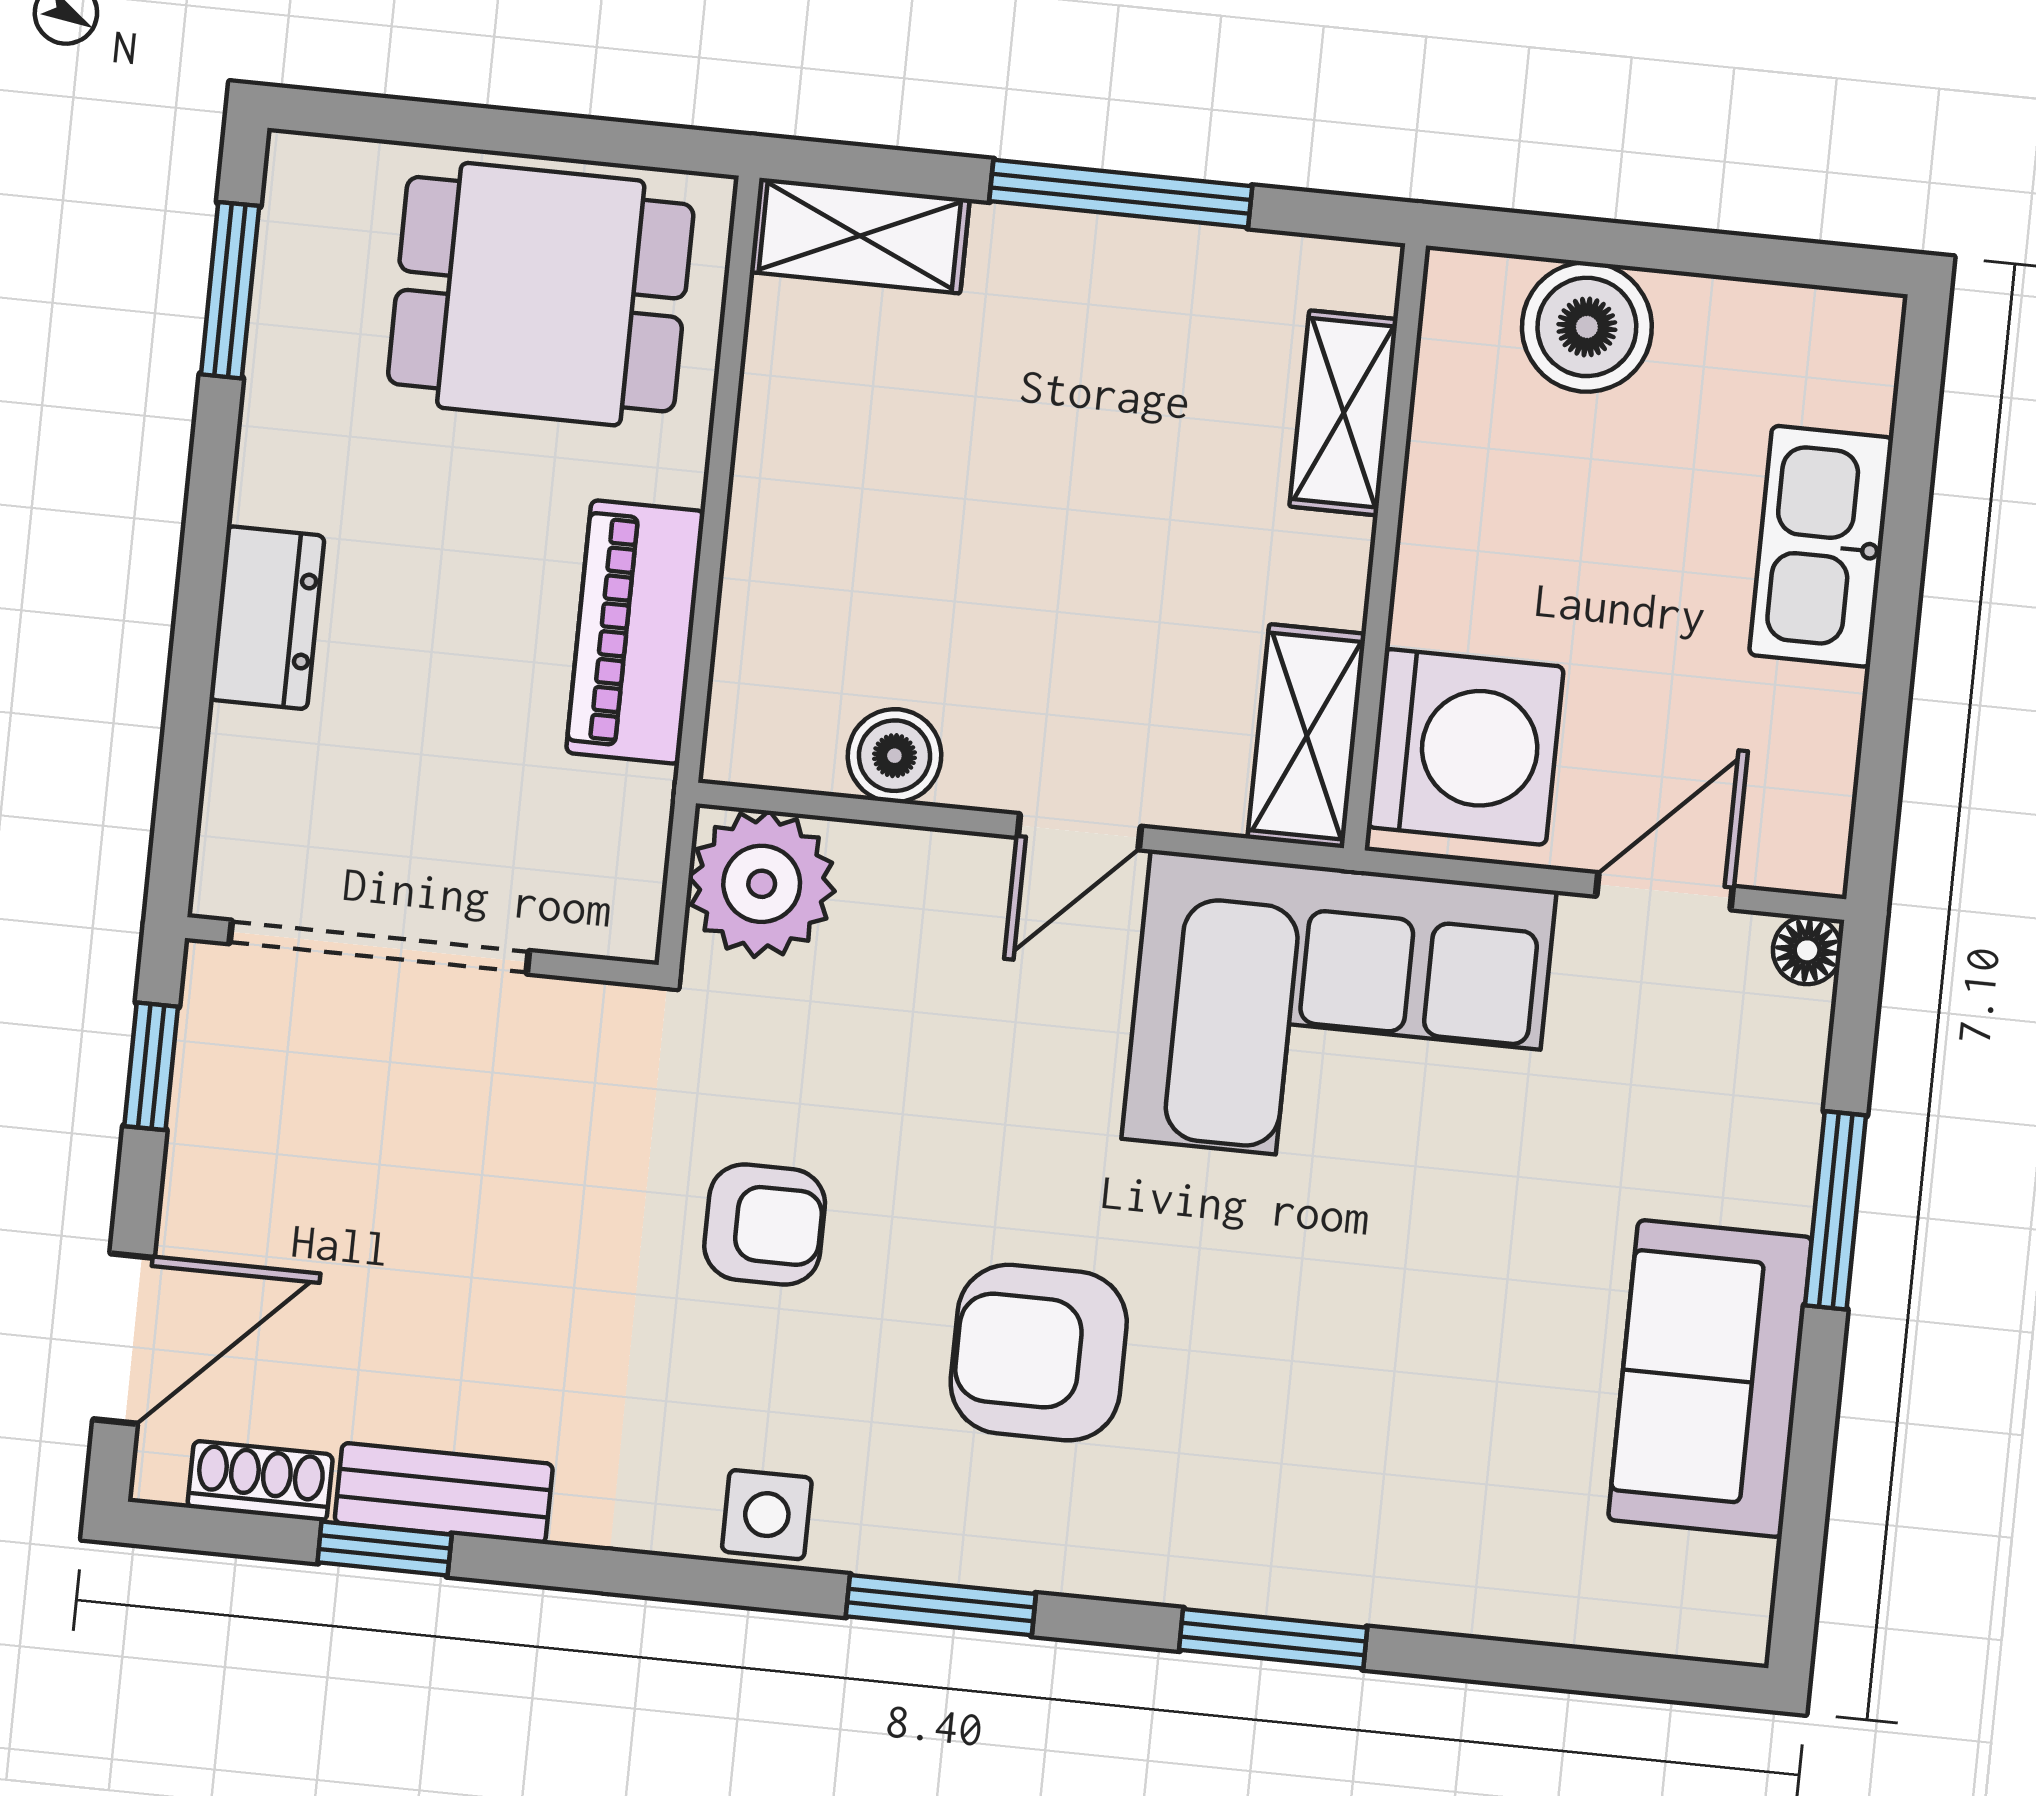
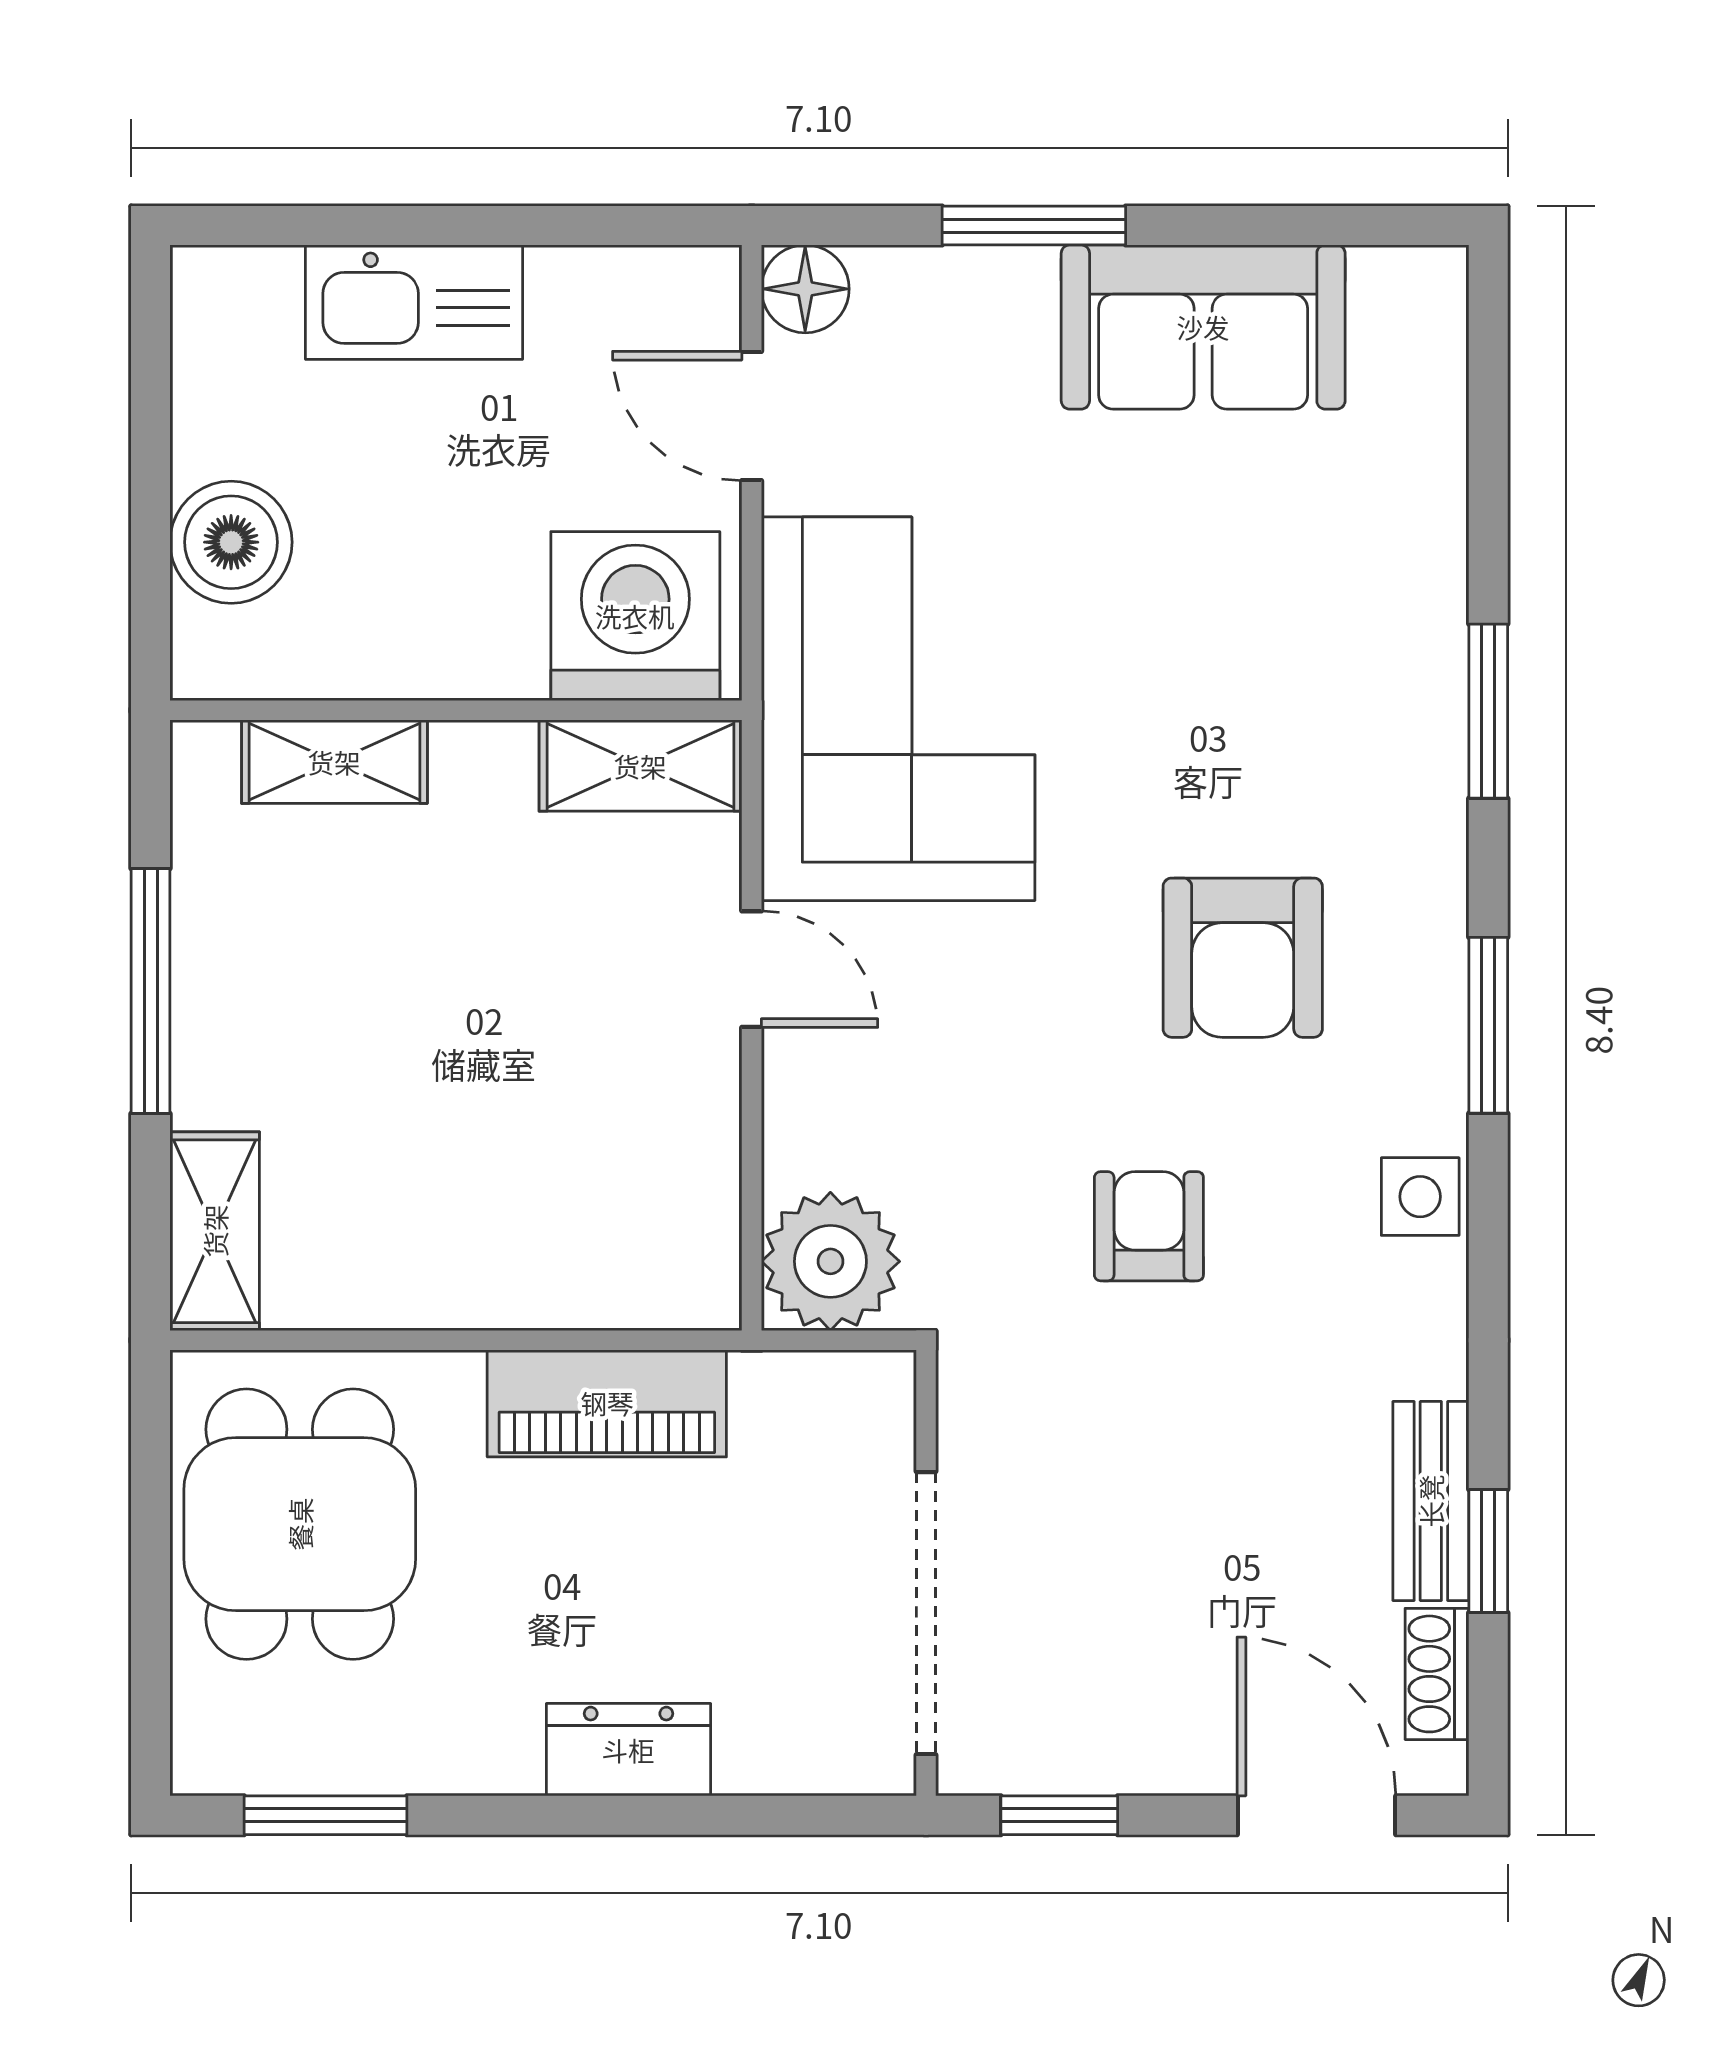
boiler: (894, 756) -> (698, 1149), removed
floor lamp: (1807, 950) -> (805, 289), width x1.37, depth x1.37

